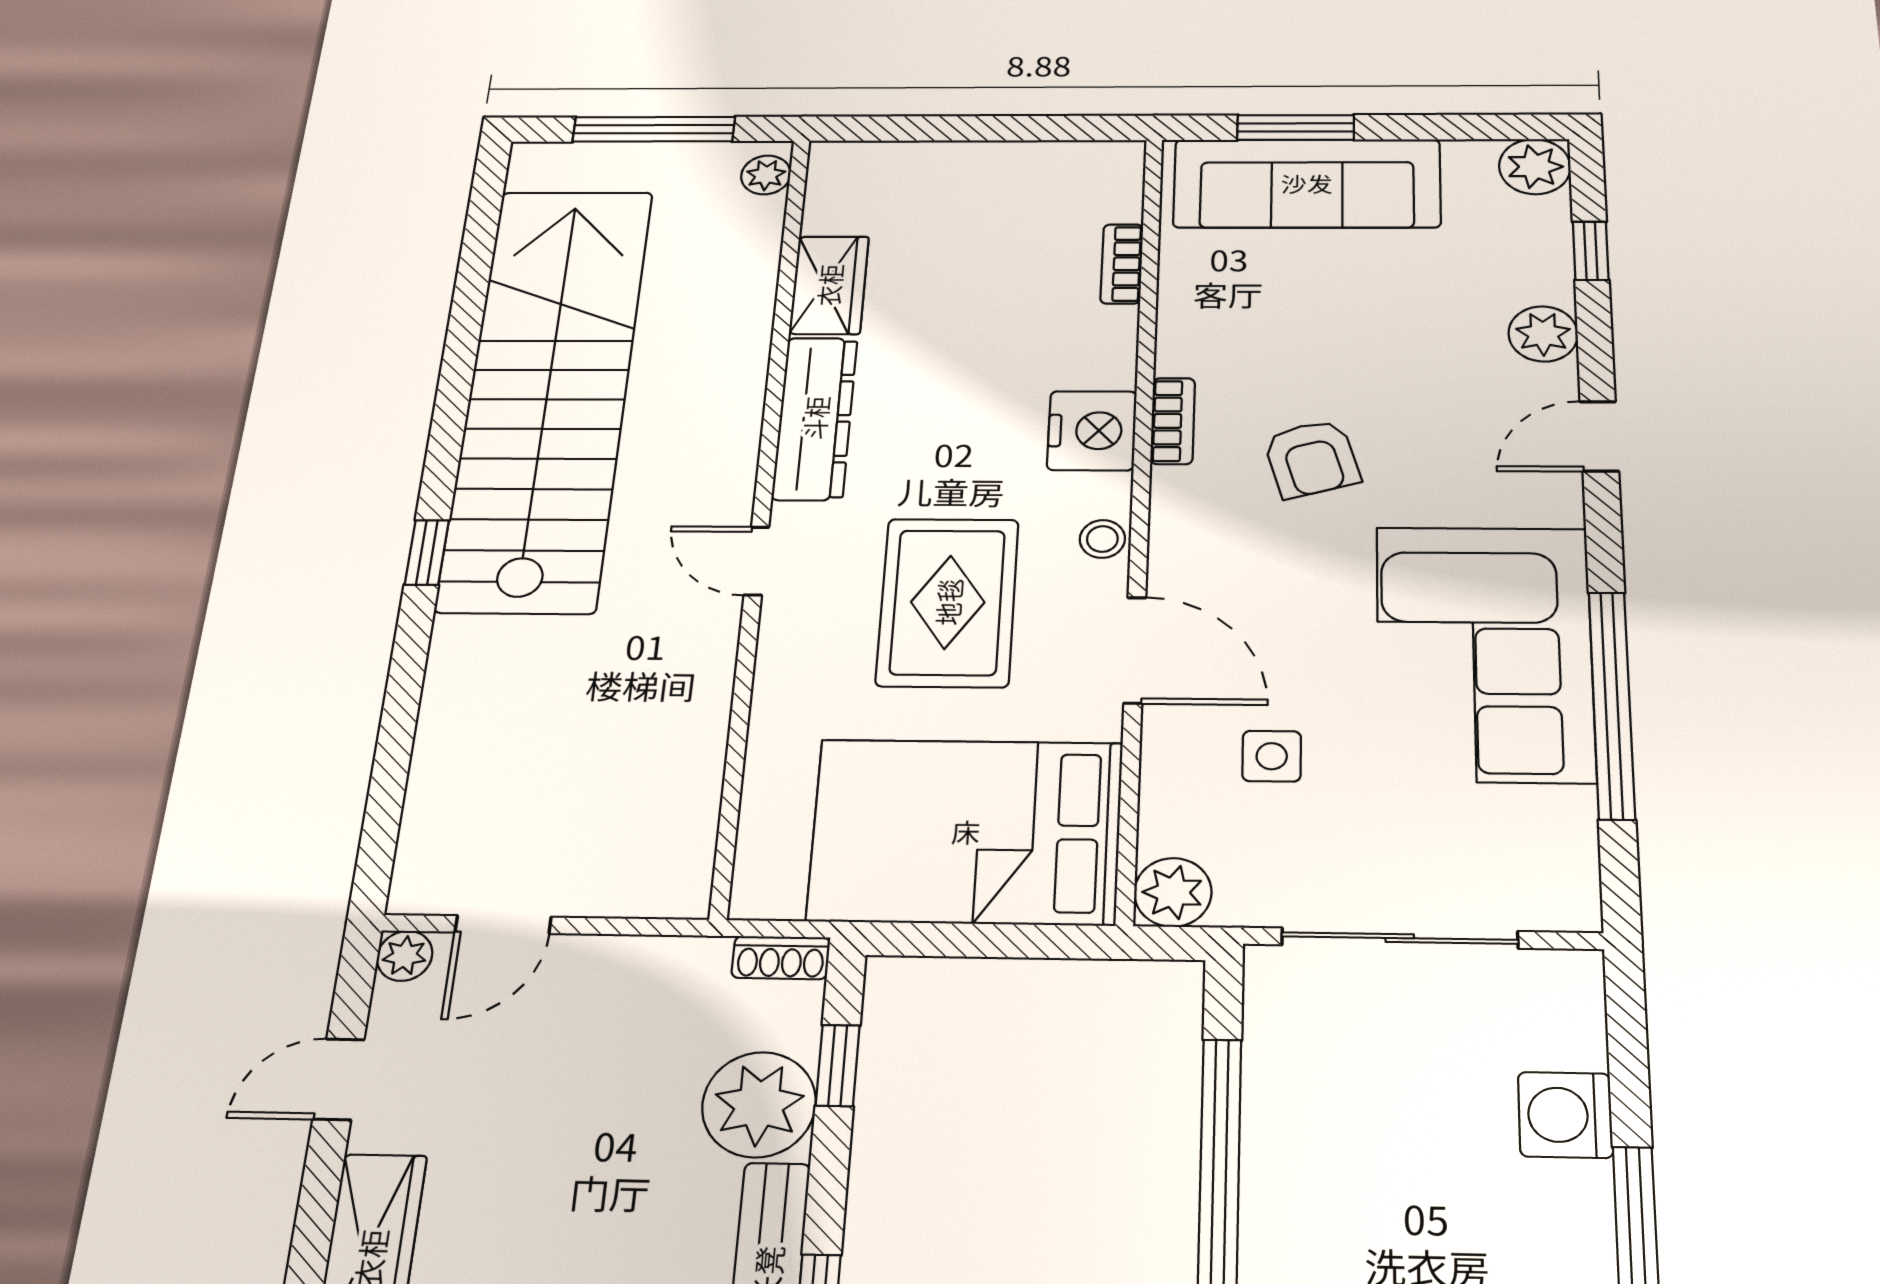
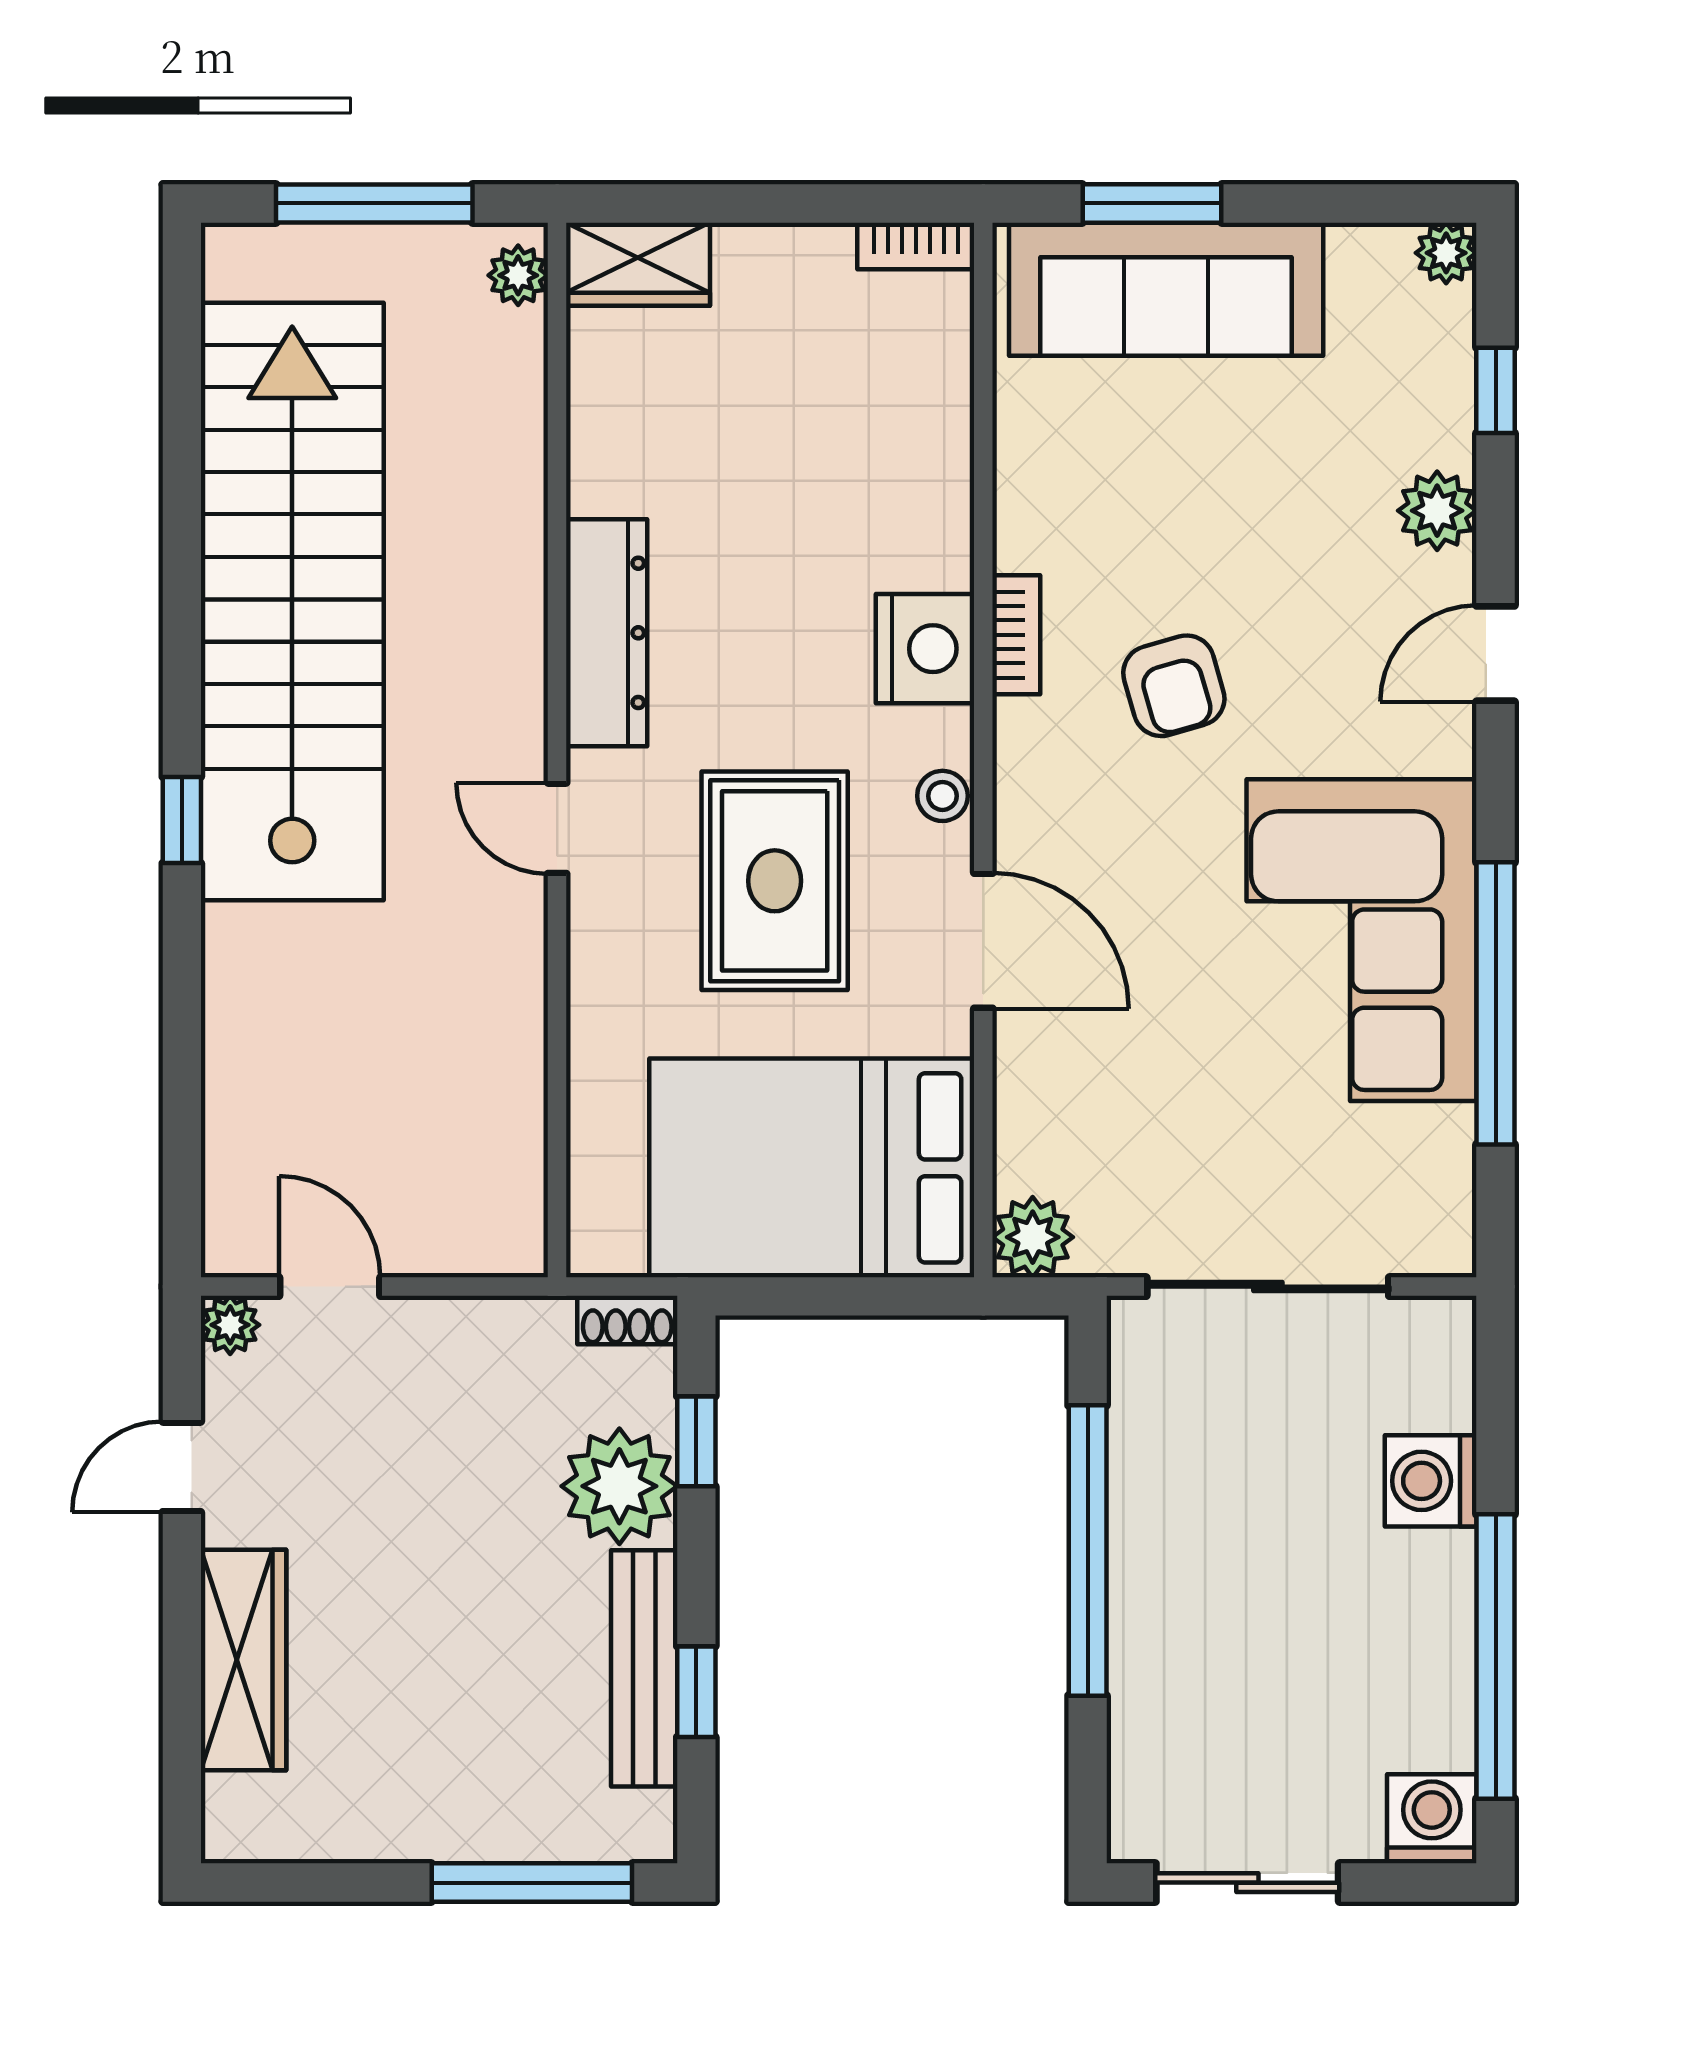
plant: (1535, 167) -> (1446, 253), width x0.73, depth x0.73
bookcase: (1122, 264) -> (916, 246), moved, turned -90
wardrobe: (829, 285) -> (638, 264), moved, turned 90
side table: (1272, 756) -> (1134, 1072), removed
door: (503, 925) -> (330, 1287), swing flipped

